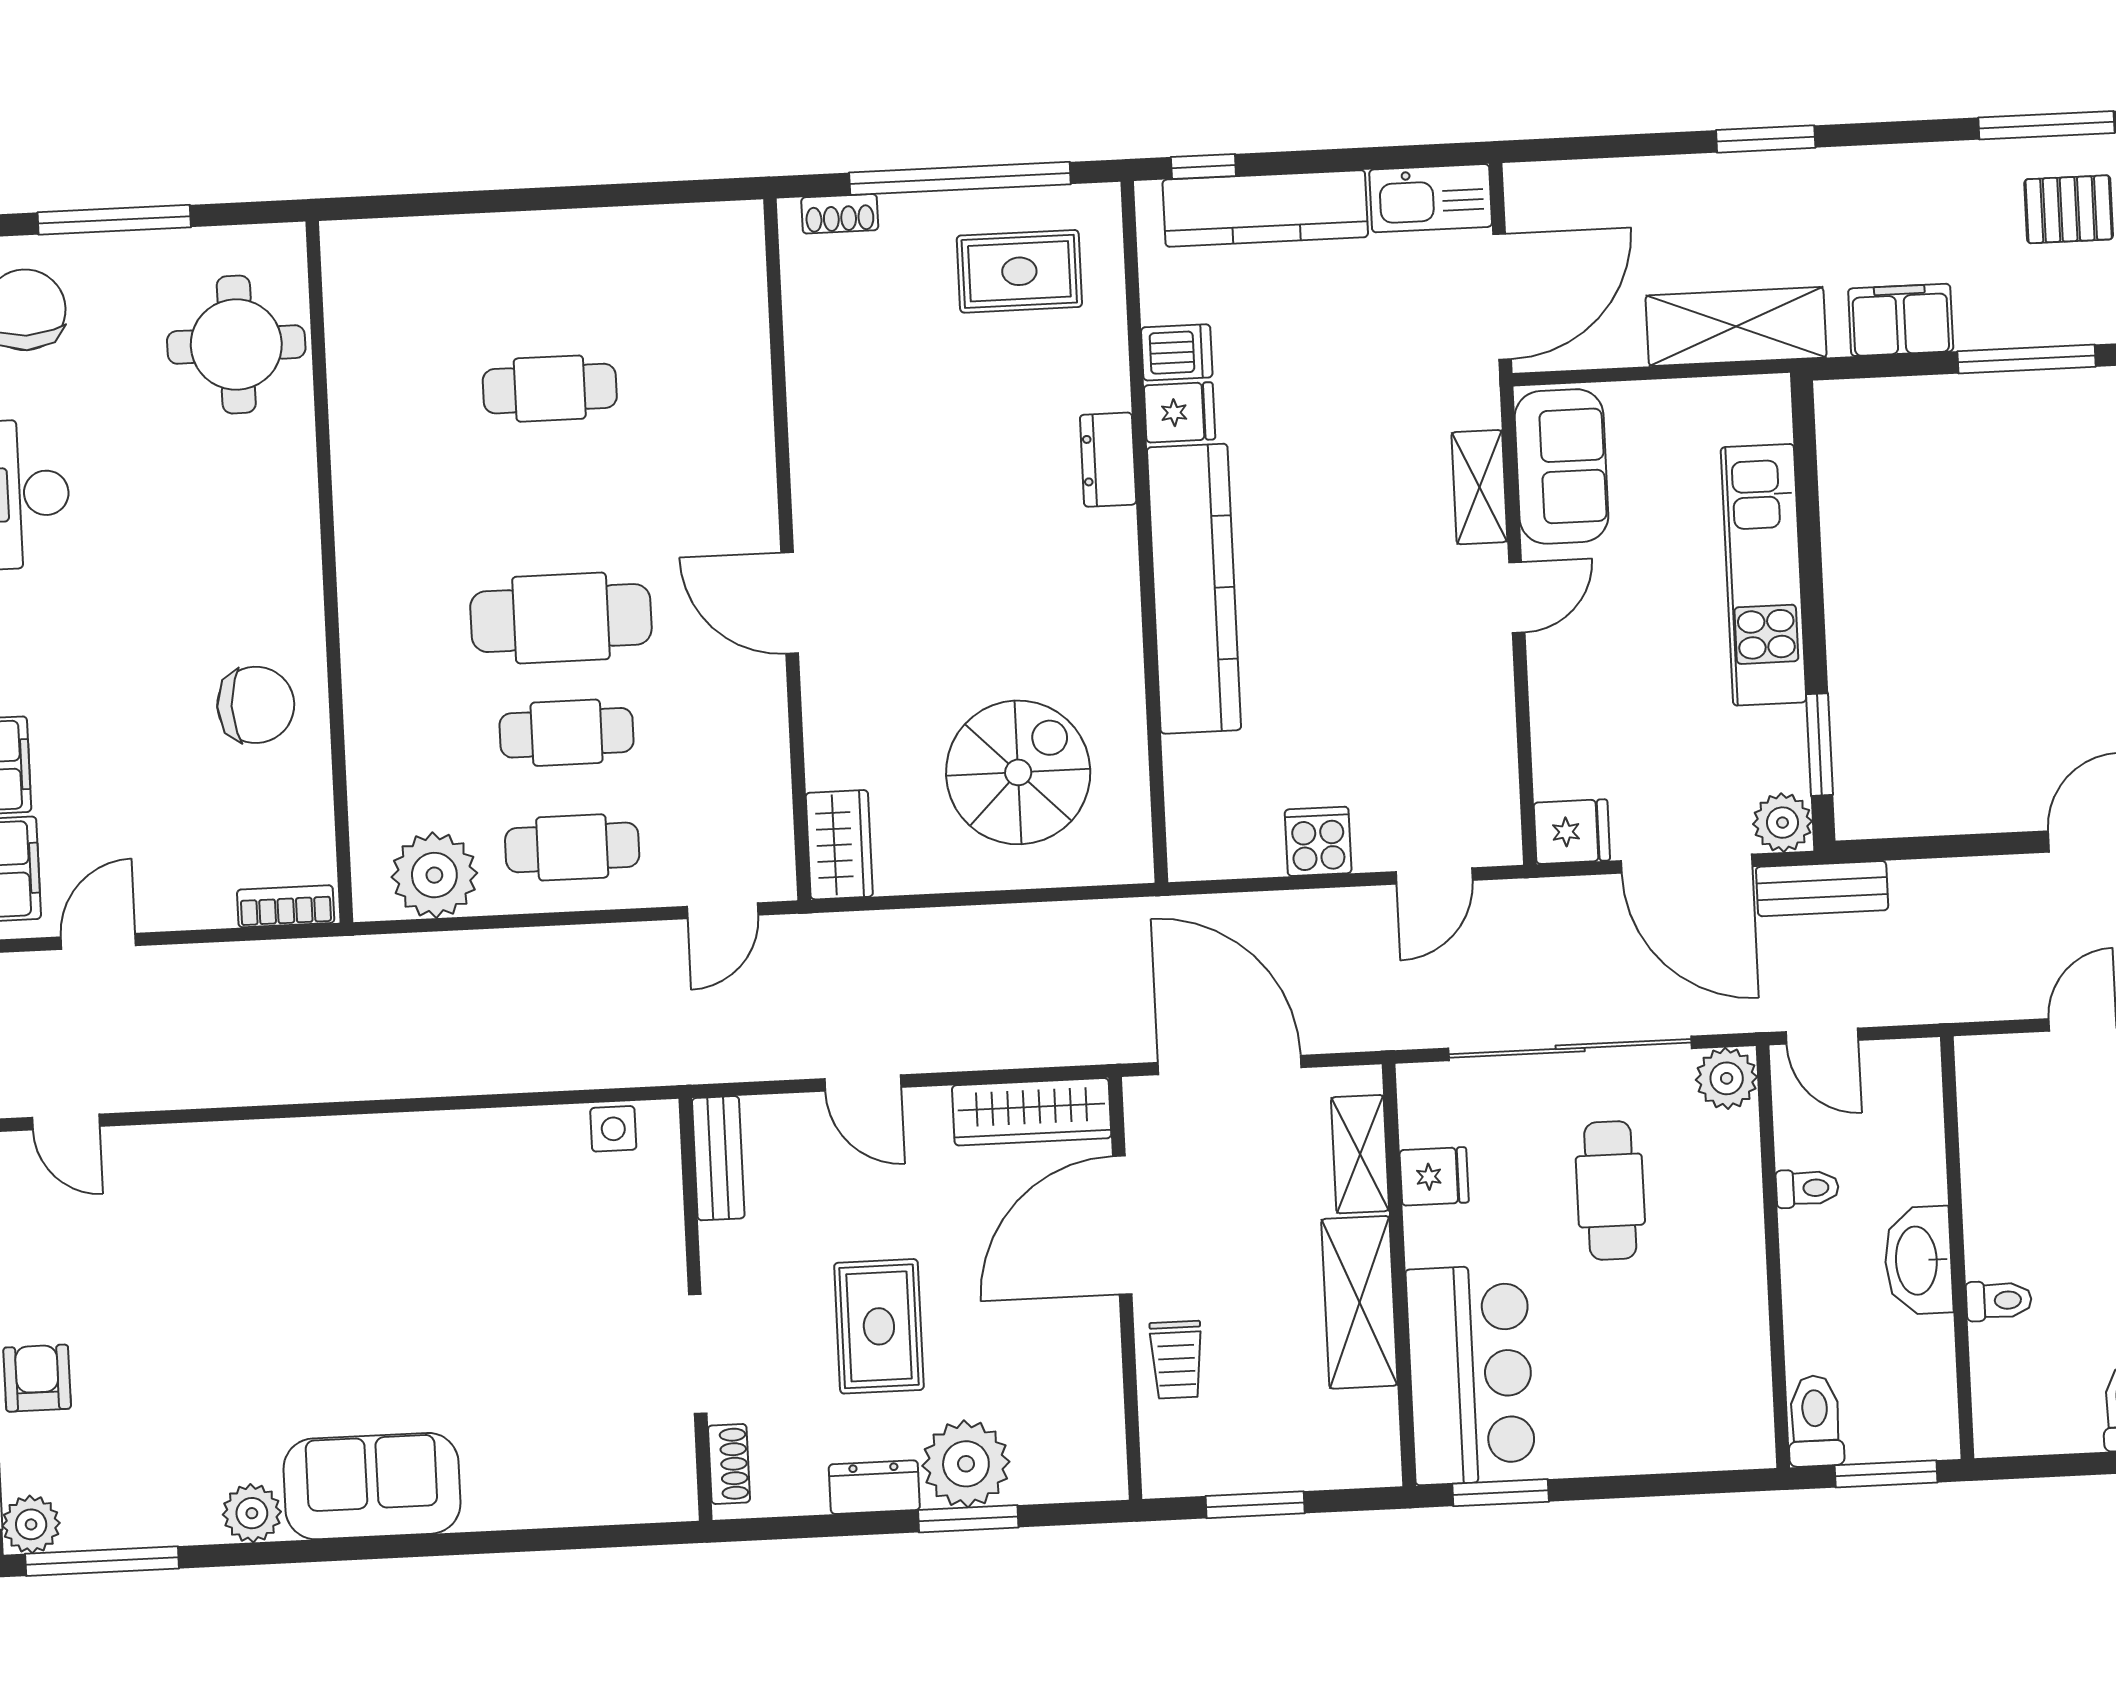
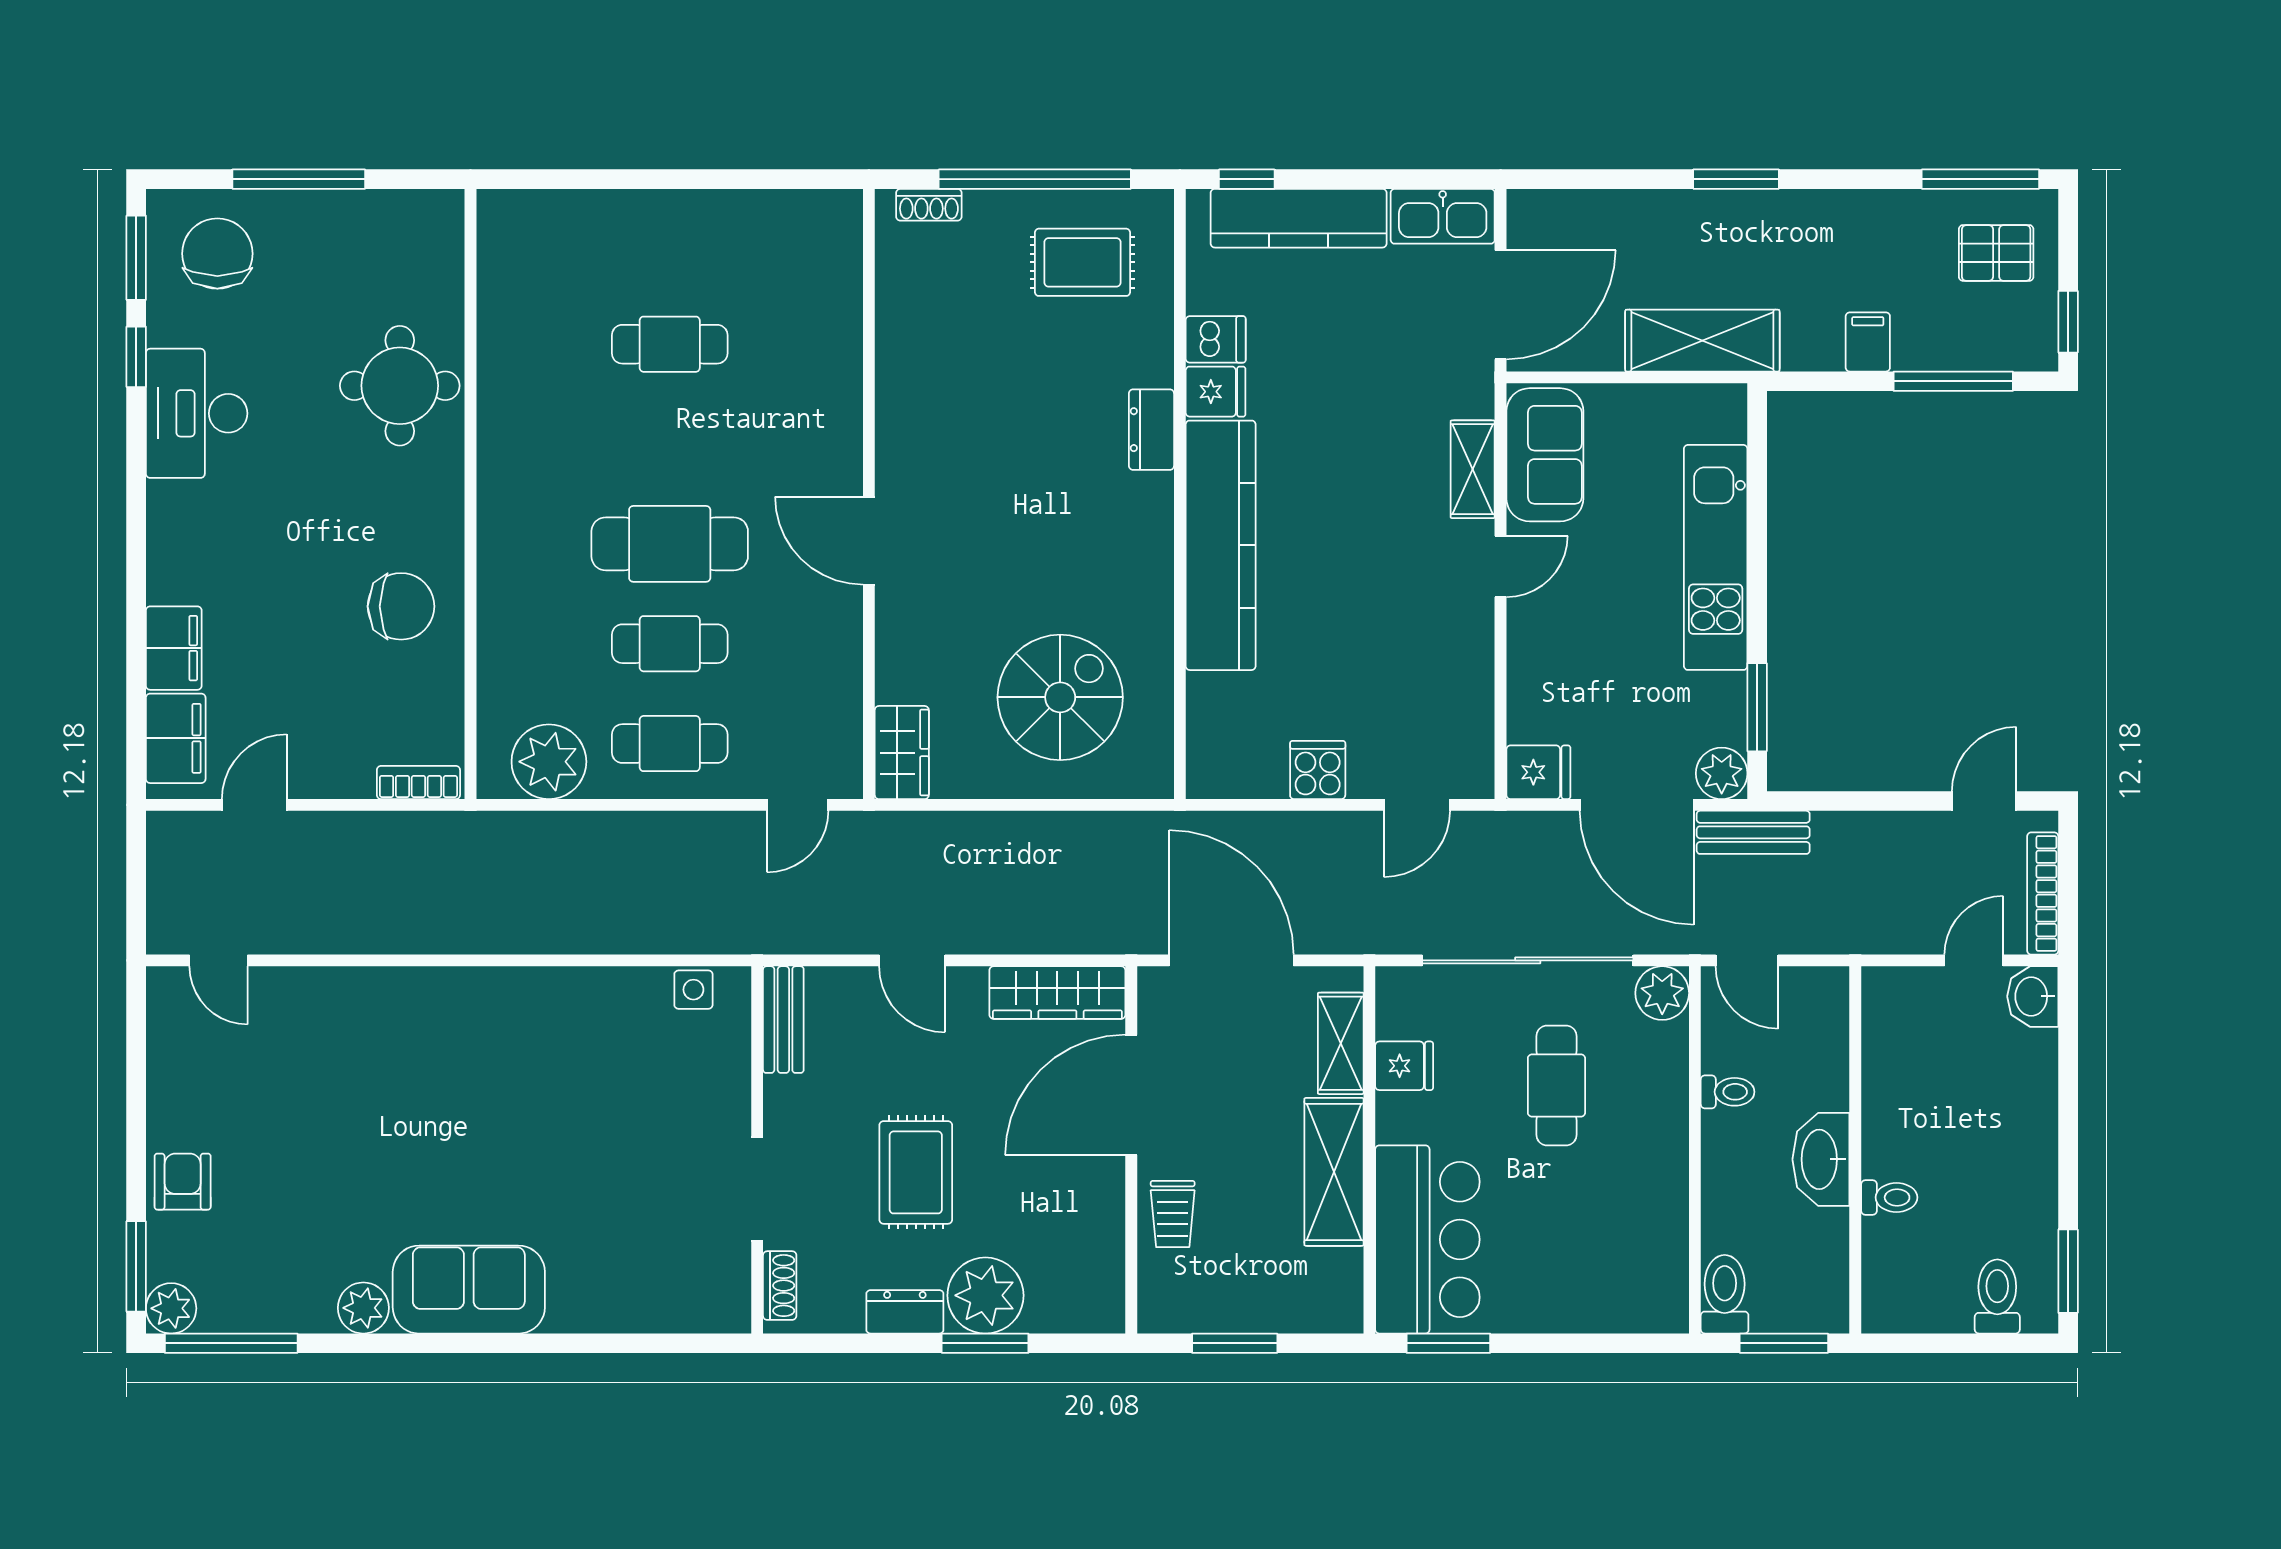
filing cabinet: (1901, 320) -> (1868, 342), width x0.50
round table: (236, 345) -> (400, 386), moved

